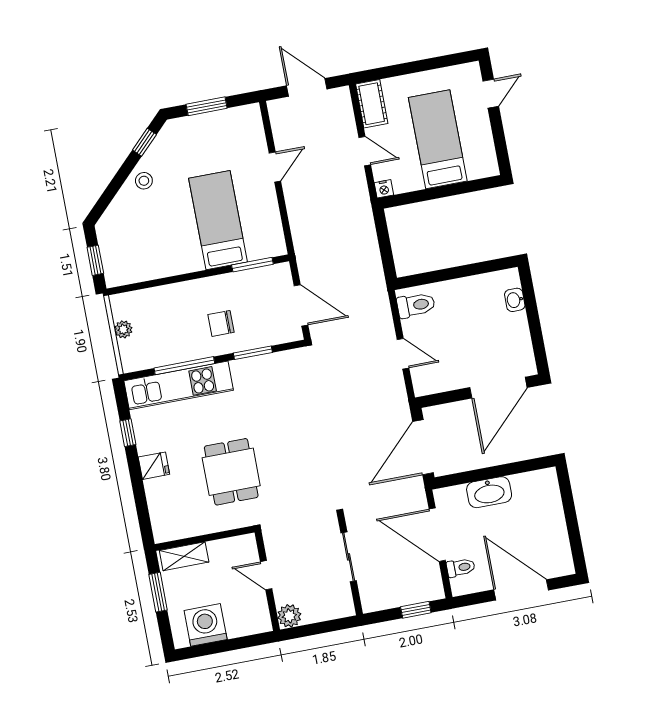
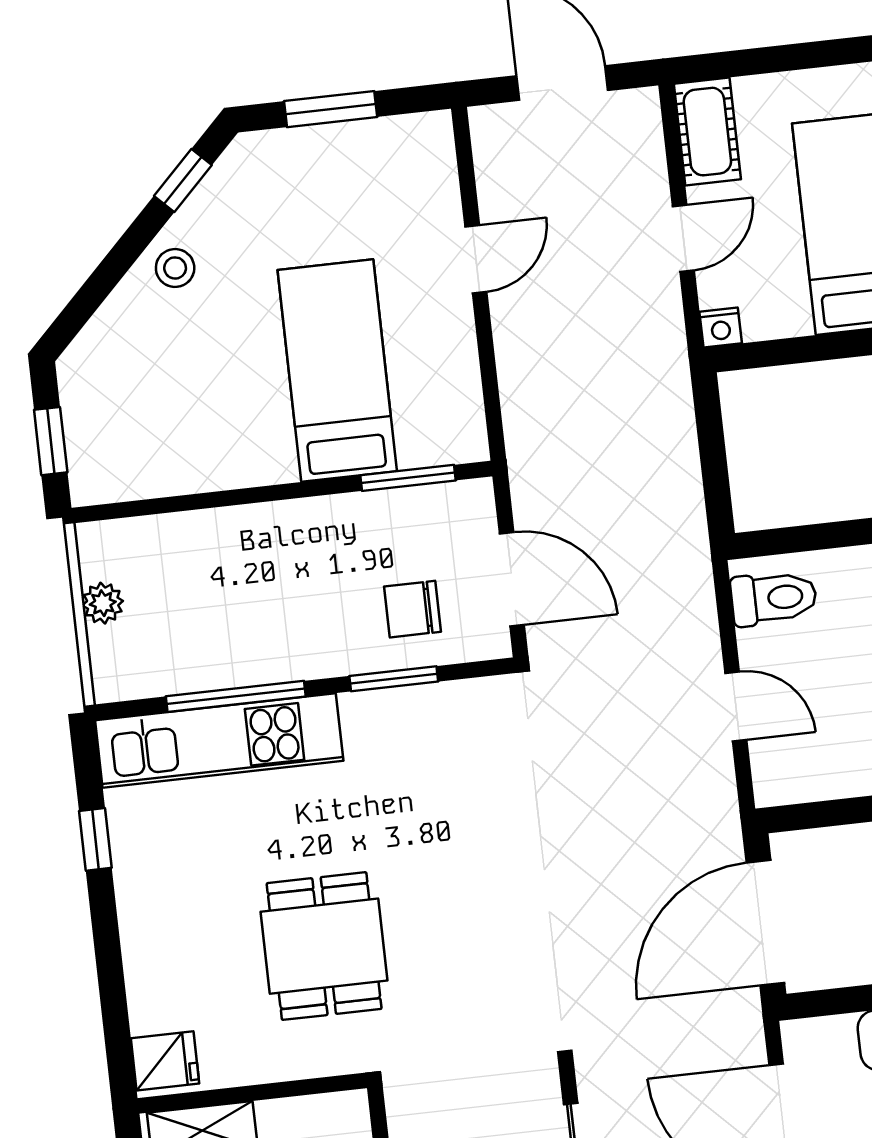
door: (365, 151) -> (683, 238), hinge flipped
chair: (221, 323) -> (412, 609), moved
fridge: (154, 466) -> (165, 1061), moved

